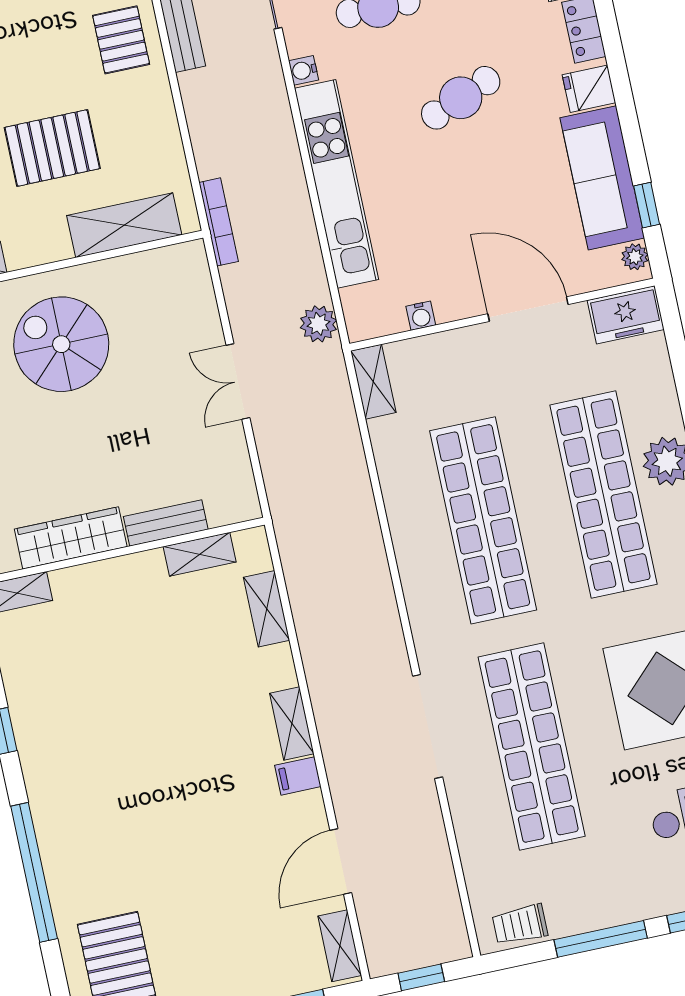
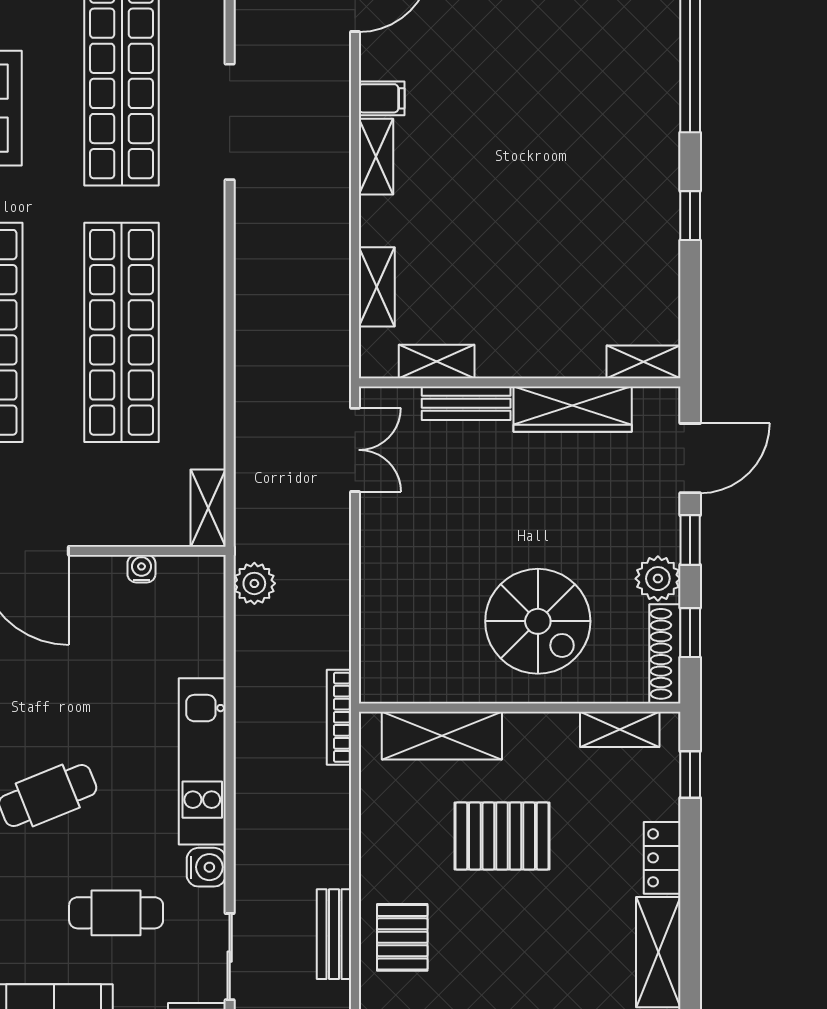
water cooler: (303, 70) -> (206, 867), width x1.38, depth x1.38
kitchen unit: (337, 184) -> (202, 761), width x0.73
double door: (238, 382) -> (355, 450), moved

